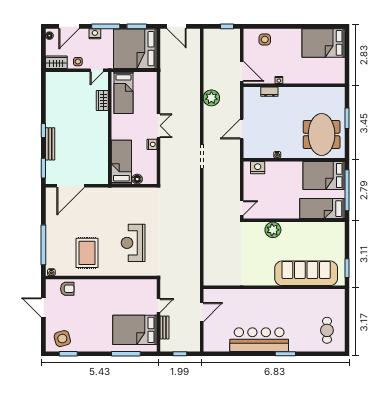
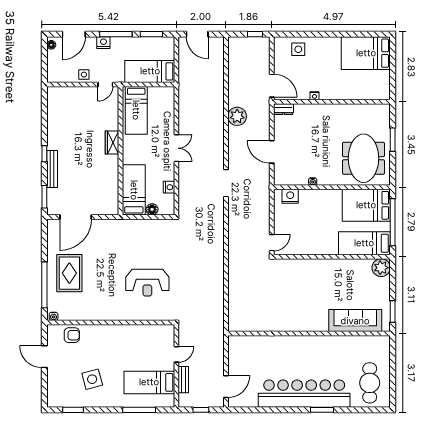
bed: (135, 49) -> (150, 71), width x0.49
wardrobe: (56, 62) -> (59, 75), removed
dresser: (269, 92) -> (284, 109), moved
wardrobe: (102, 101) -> (112, 143), moved
door: (242, 129) -> (272, 152), hinge flipped
nightstand: (152, 144) -> (169, 187), moved
plant: (273, 230) -> (381, 268), moved
reception desk: (133, 243) -> (147, 283), turned -90
rug: (87, 253) -> (69, 273), moved
sofa: (306, 273) -> (355, 321), width x0.74, depth x0.79
door: (202, 312) -> (226, 387), moved
bed: (135, 330) -> (149, 382), width x0.67
cafe table: (327, 330) -> (370, 383), width x1.37, depth x1.35
side table: (62, 339) -> (92, 379), moved
bar counter: (259, 340) -> (304, 394), width x1.36

